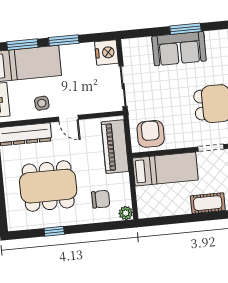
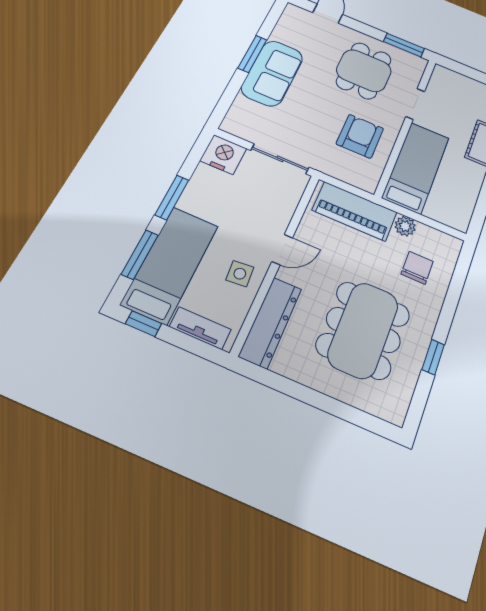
armchair: (151, 134) -> (360, 136), moved, turned 90
plant: (126, 213) -> (405, 226), moved

